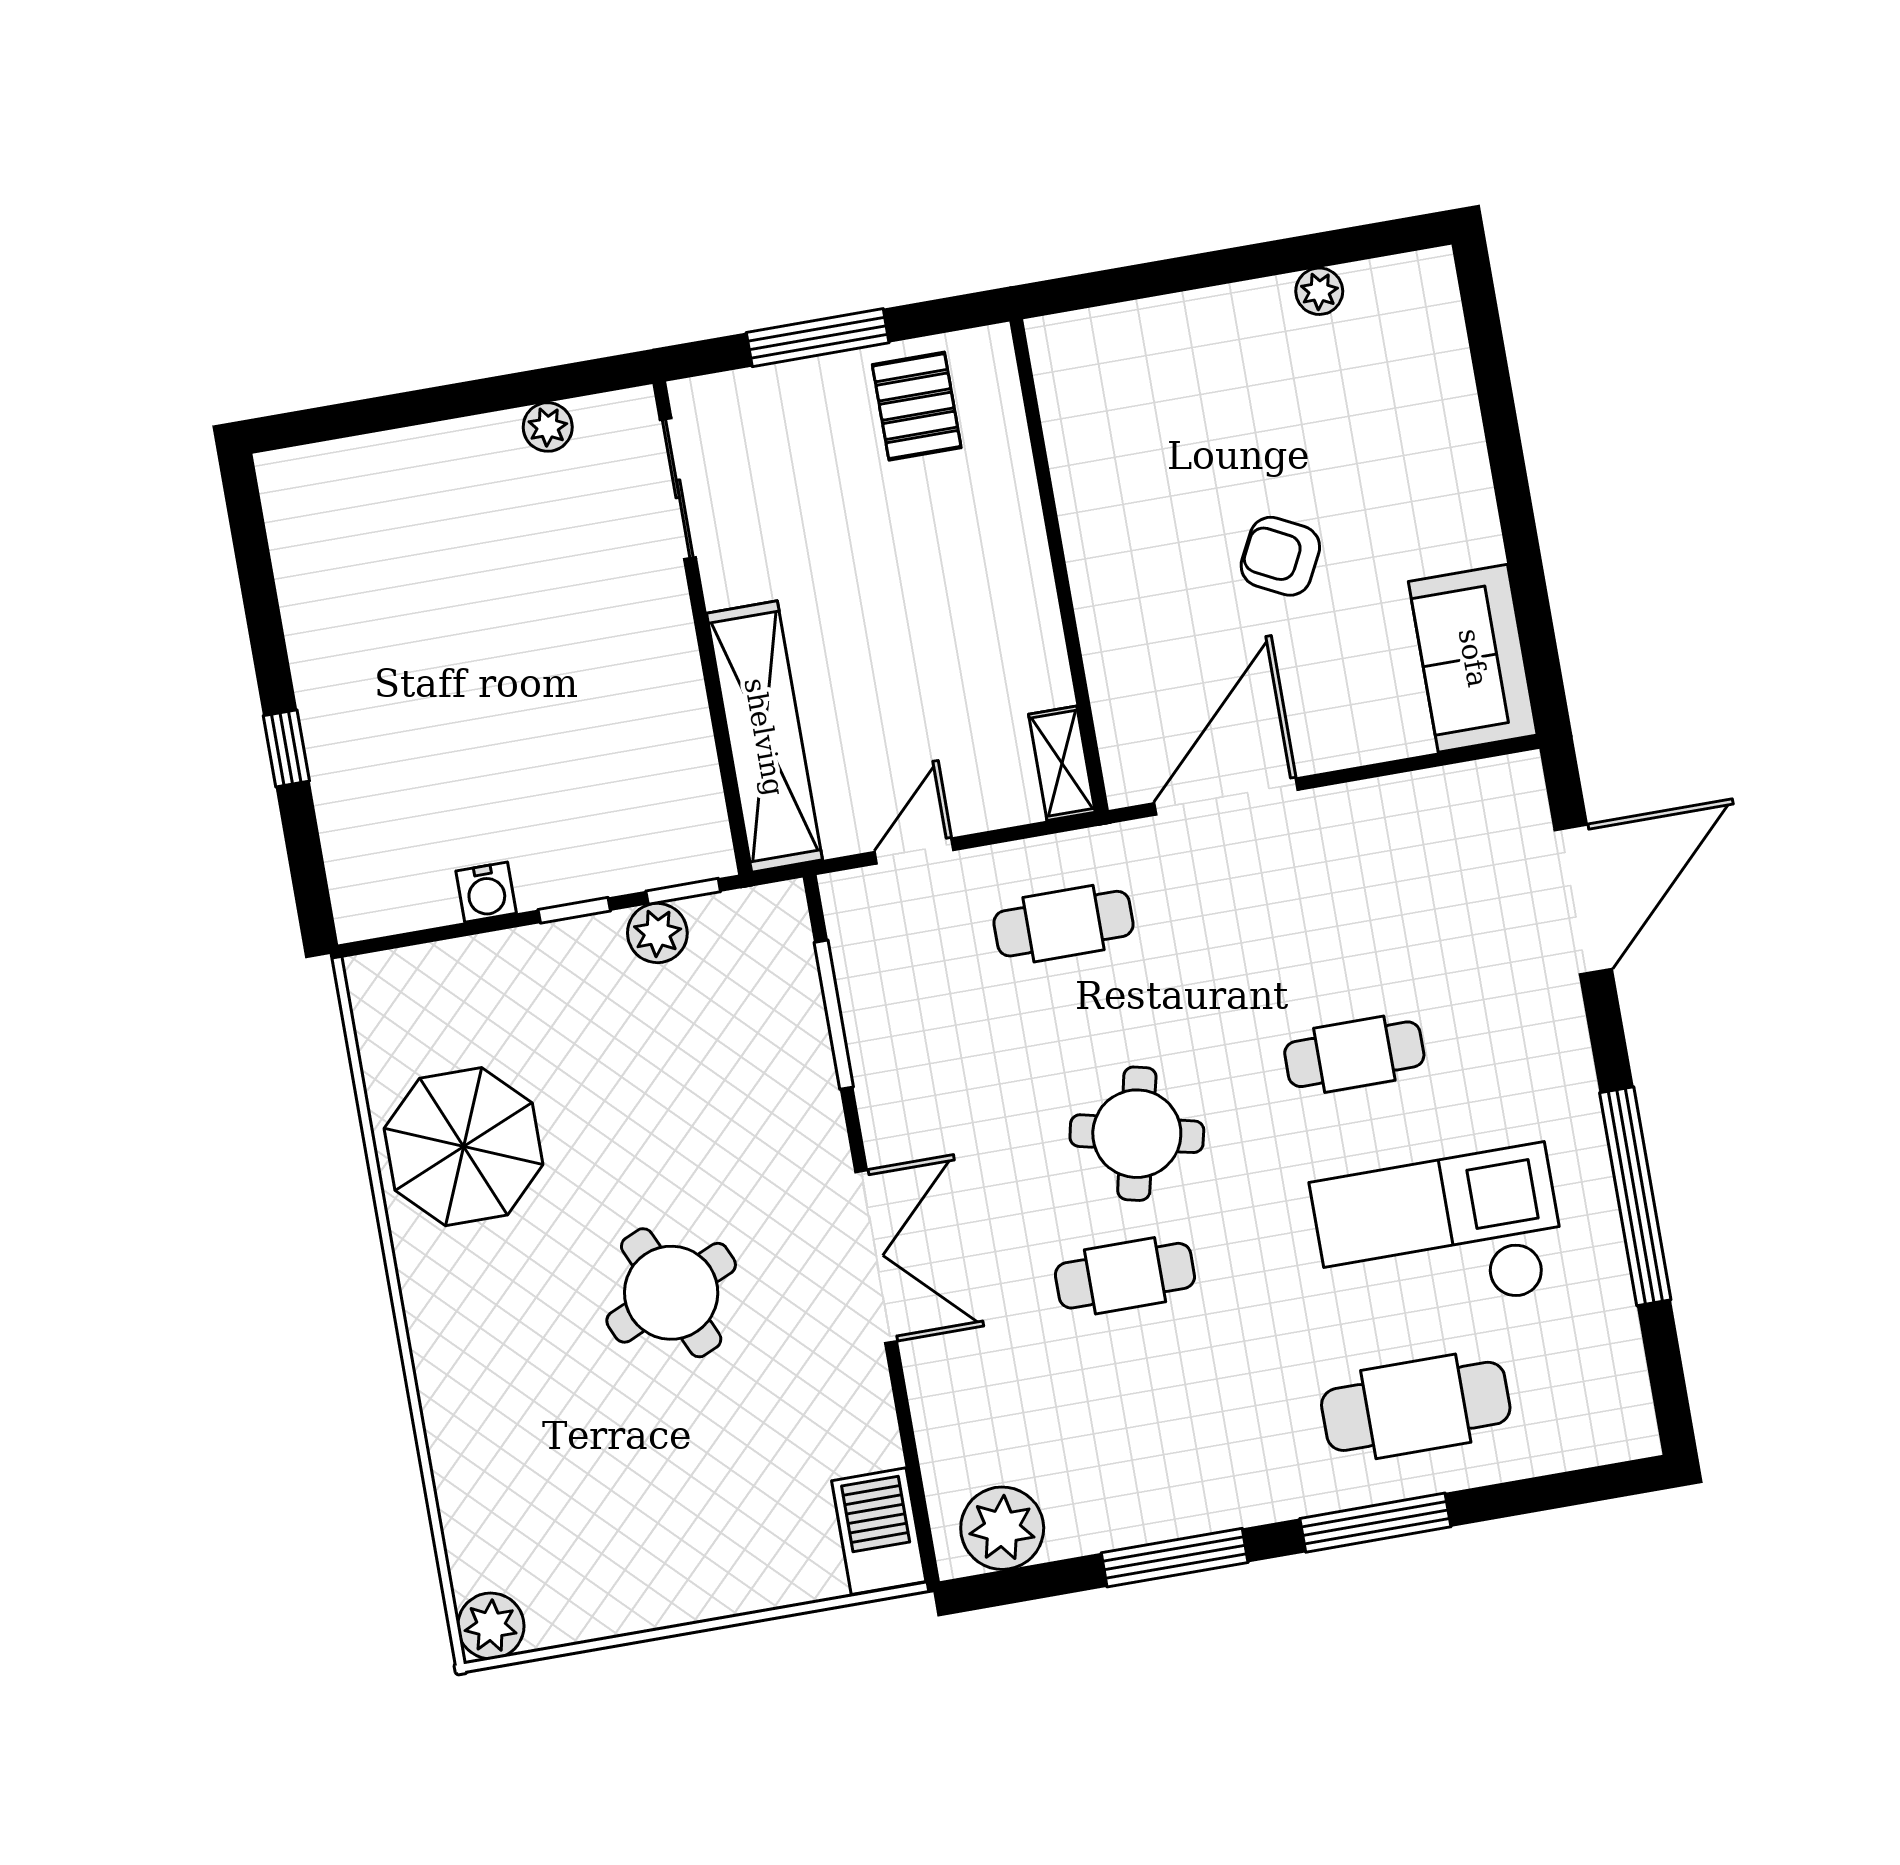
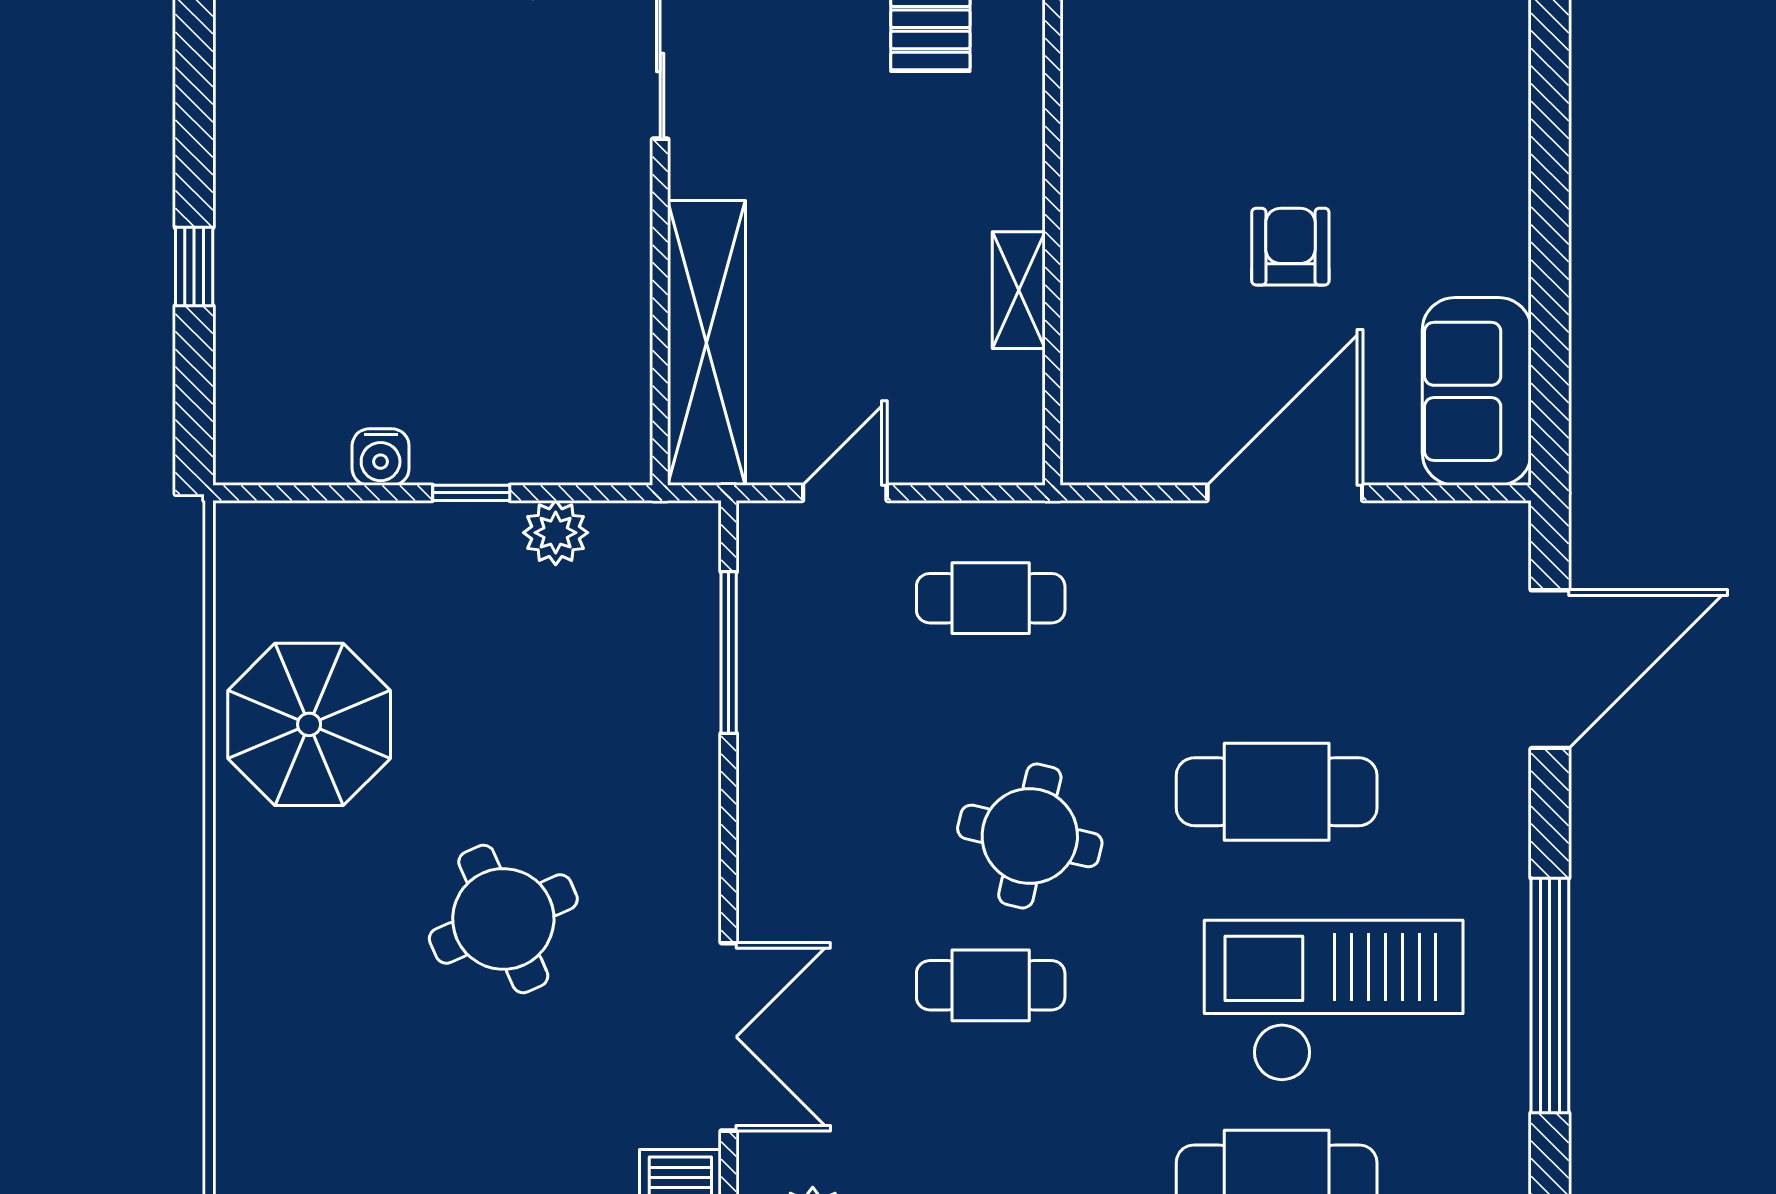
armchair: (1280, 556) -> (1290, 247), turned 63
shelving: (1062, 763) -> (1019, 290), moved
door: (1226, 797) -> (1285, 493), moved
window: (683, 891) -> (591, 493), removed
cafe table: (1354, 1054) -> (1277, 792), width x1.37, depth x1.35
double door: (876, 1257) -> (729, 1037), moved

